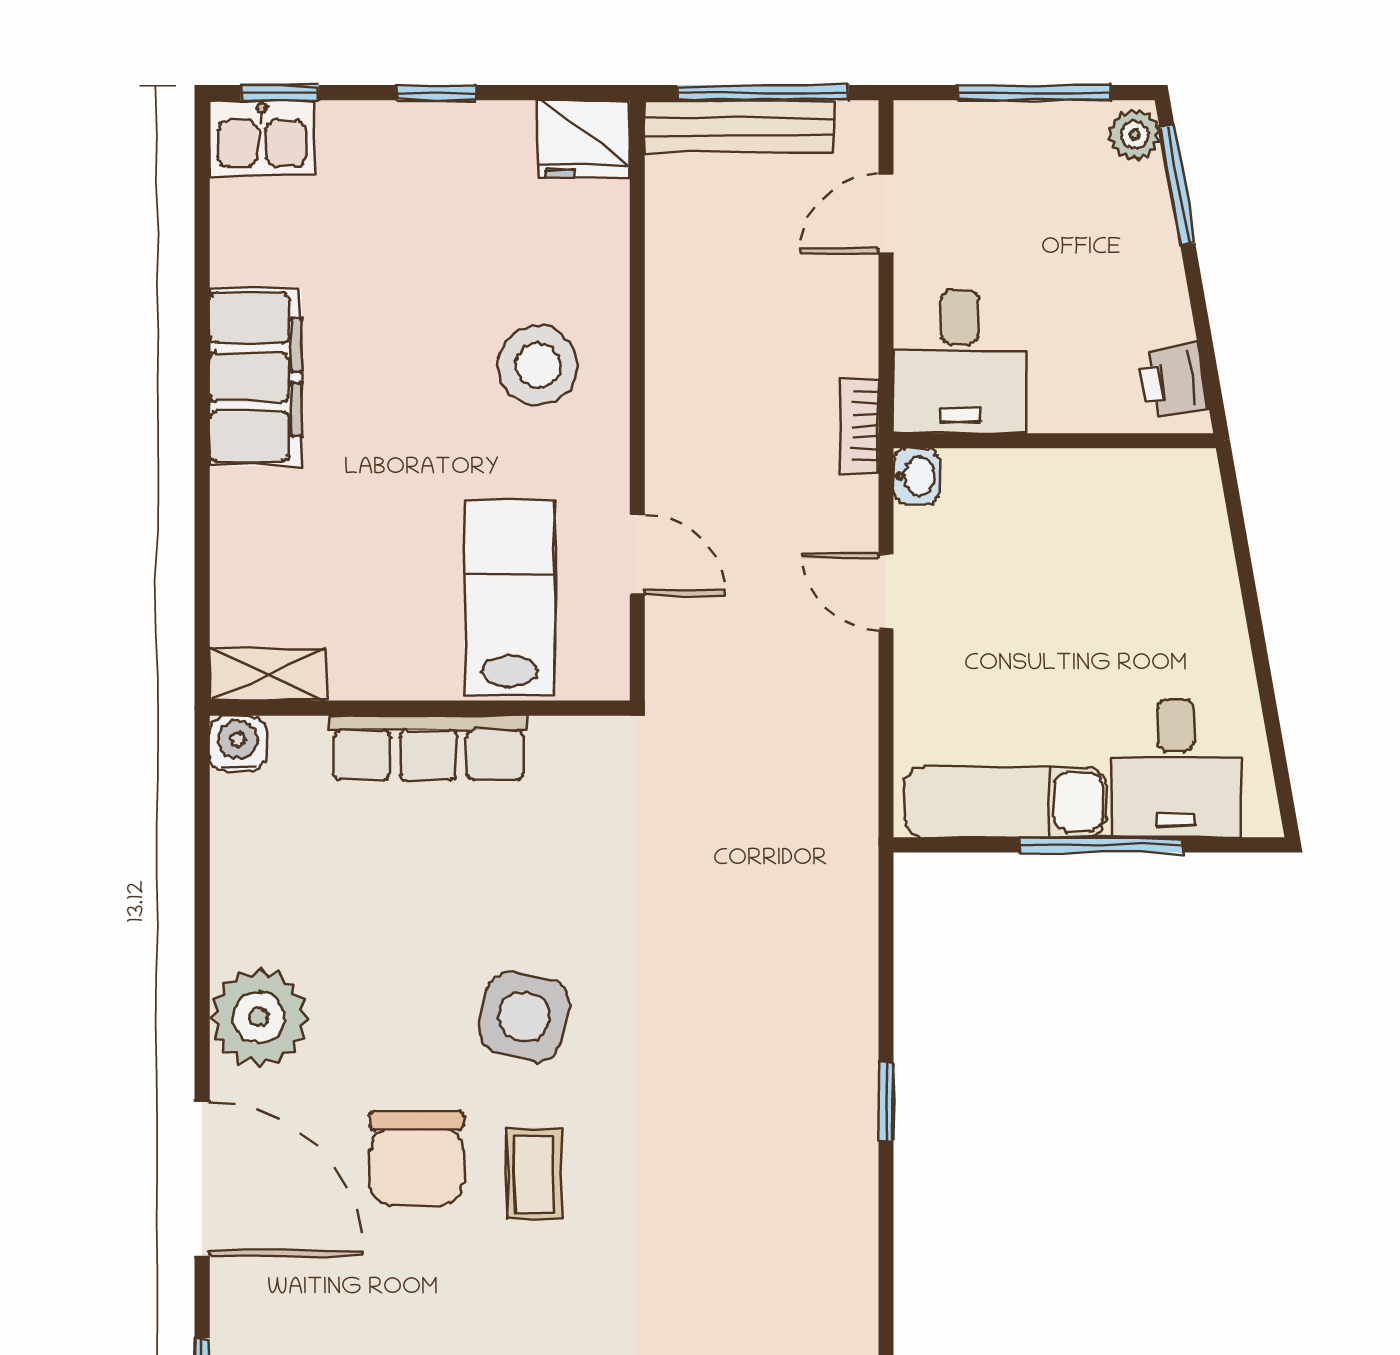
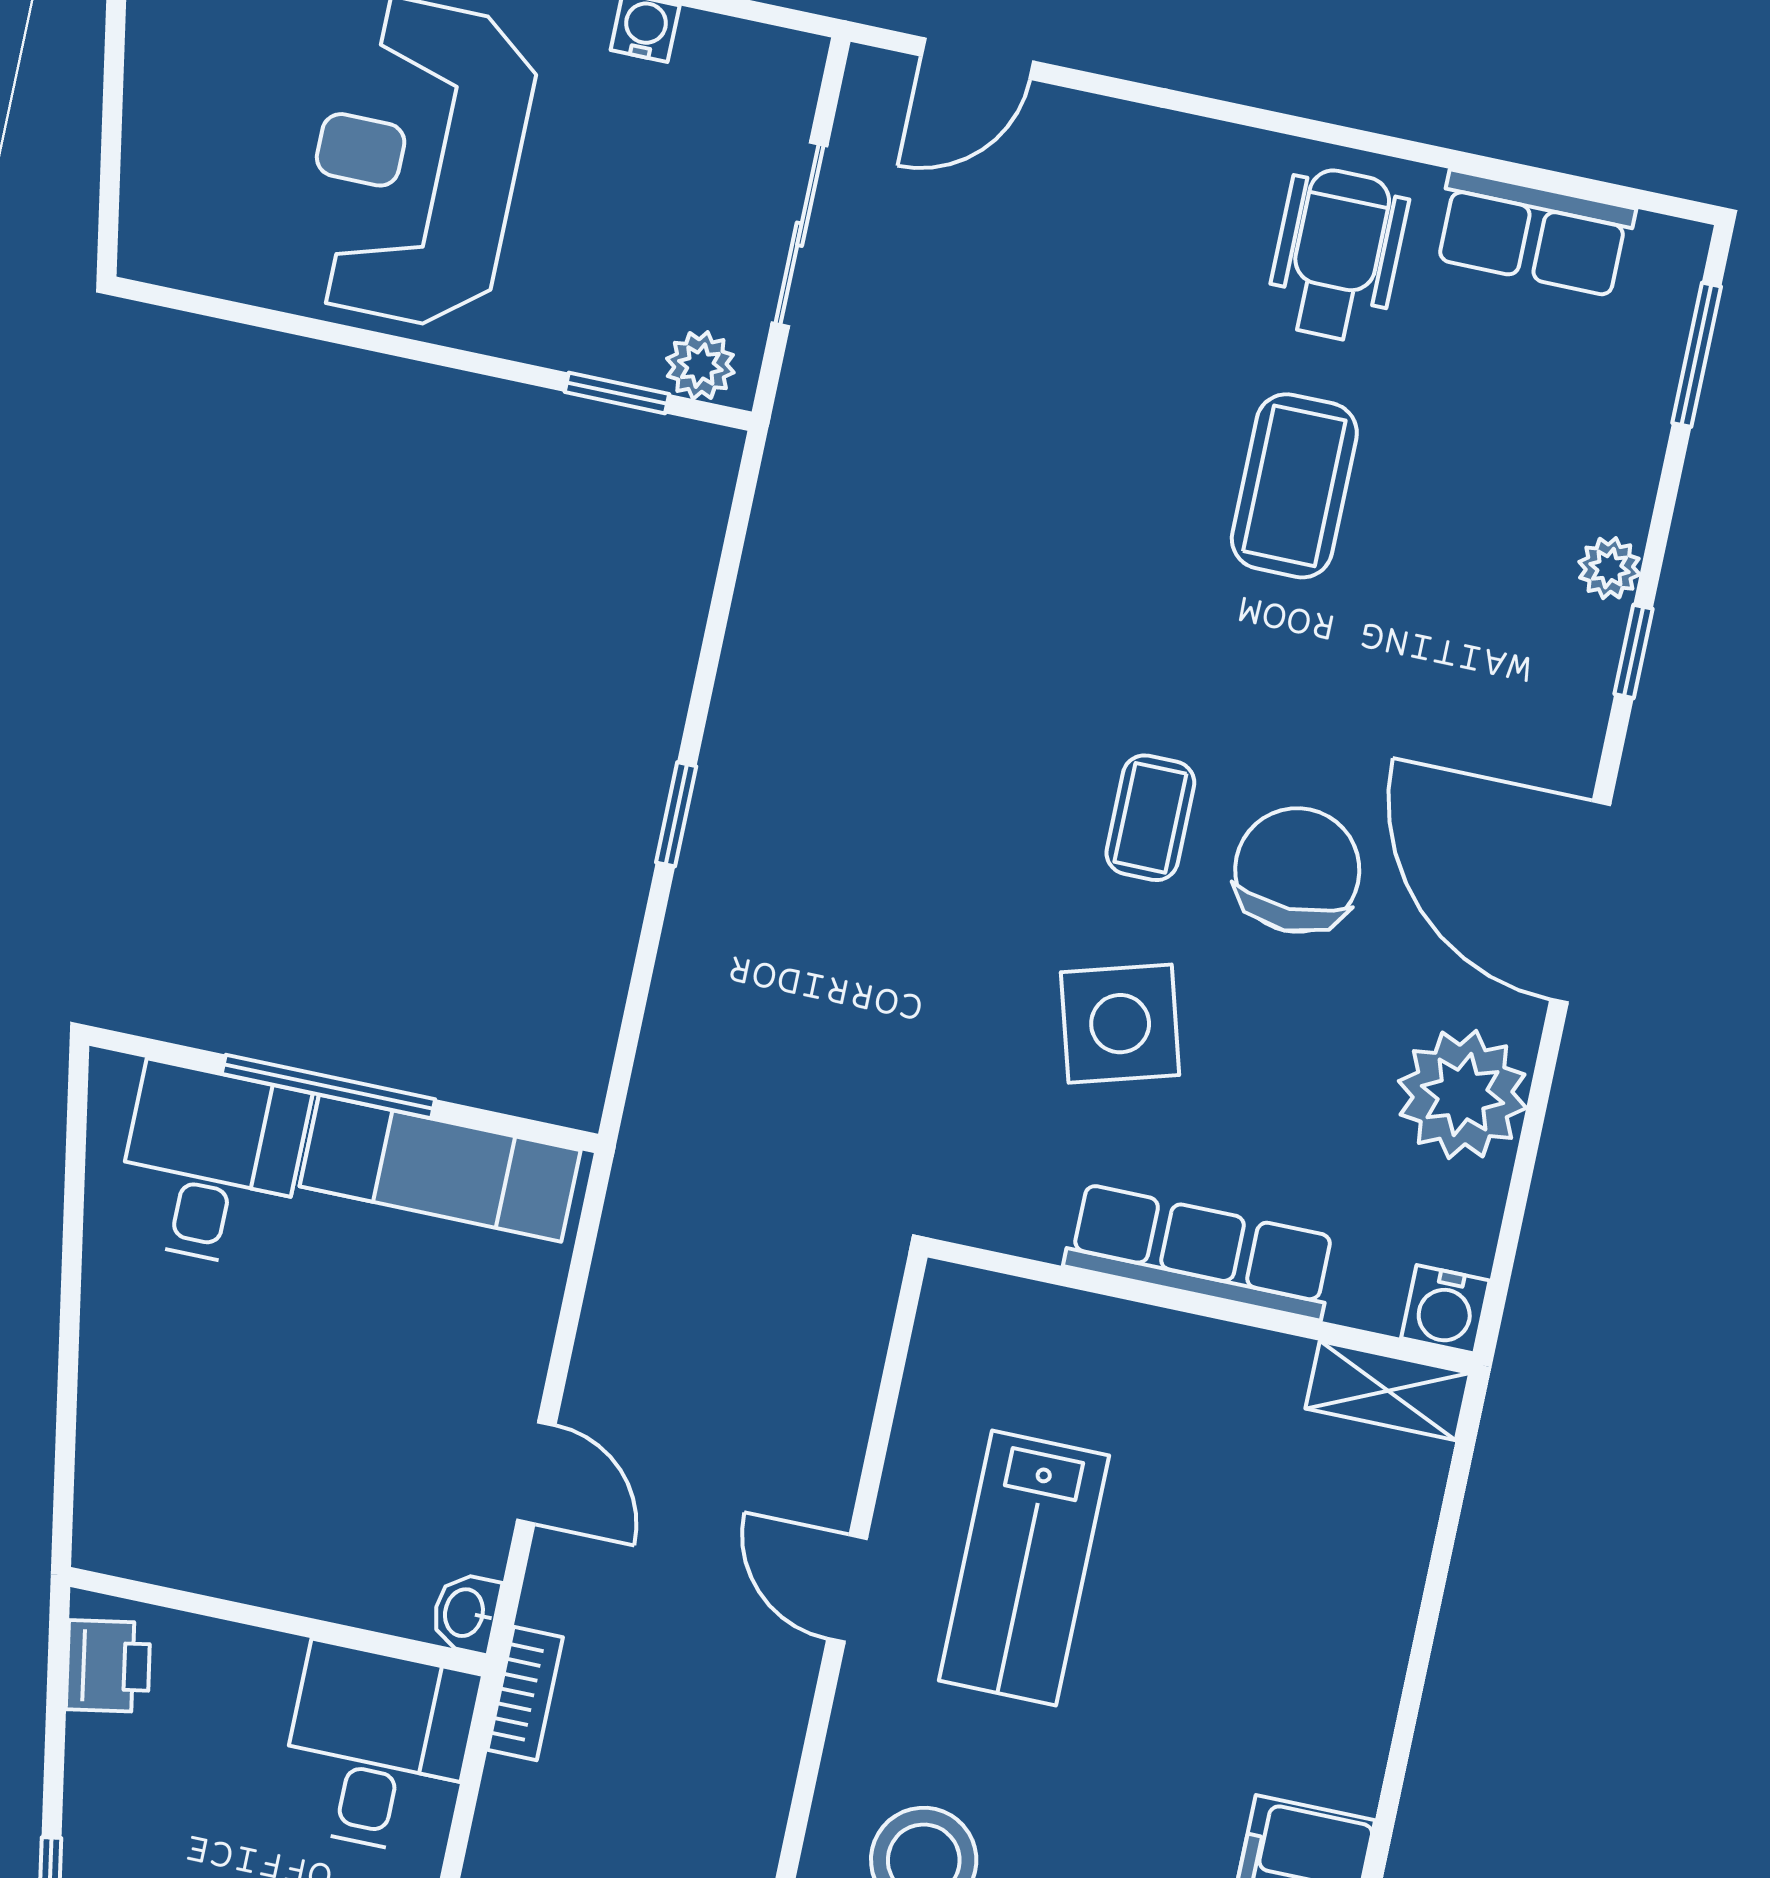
shelving: (268, 674) -> (1388, 1391), moved
wall: (420, 708) -> (1201, 1306), moved
water cooler: (238, 744) -> (1445, 1309), moved
row of seats: (428, 748) -> (1201, 1252), moved
side table: (524, 1016) -> (1120, 1024), turned -30

